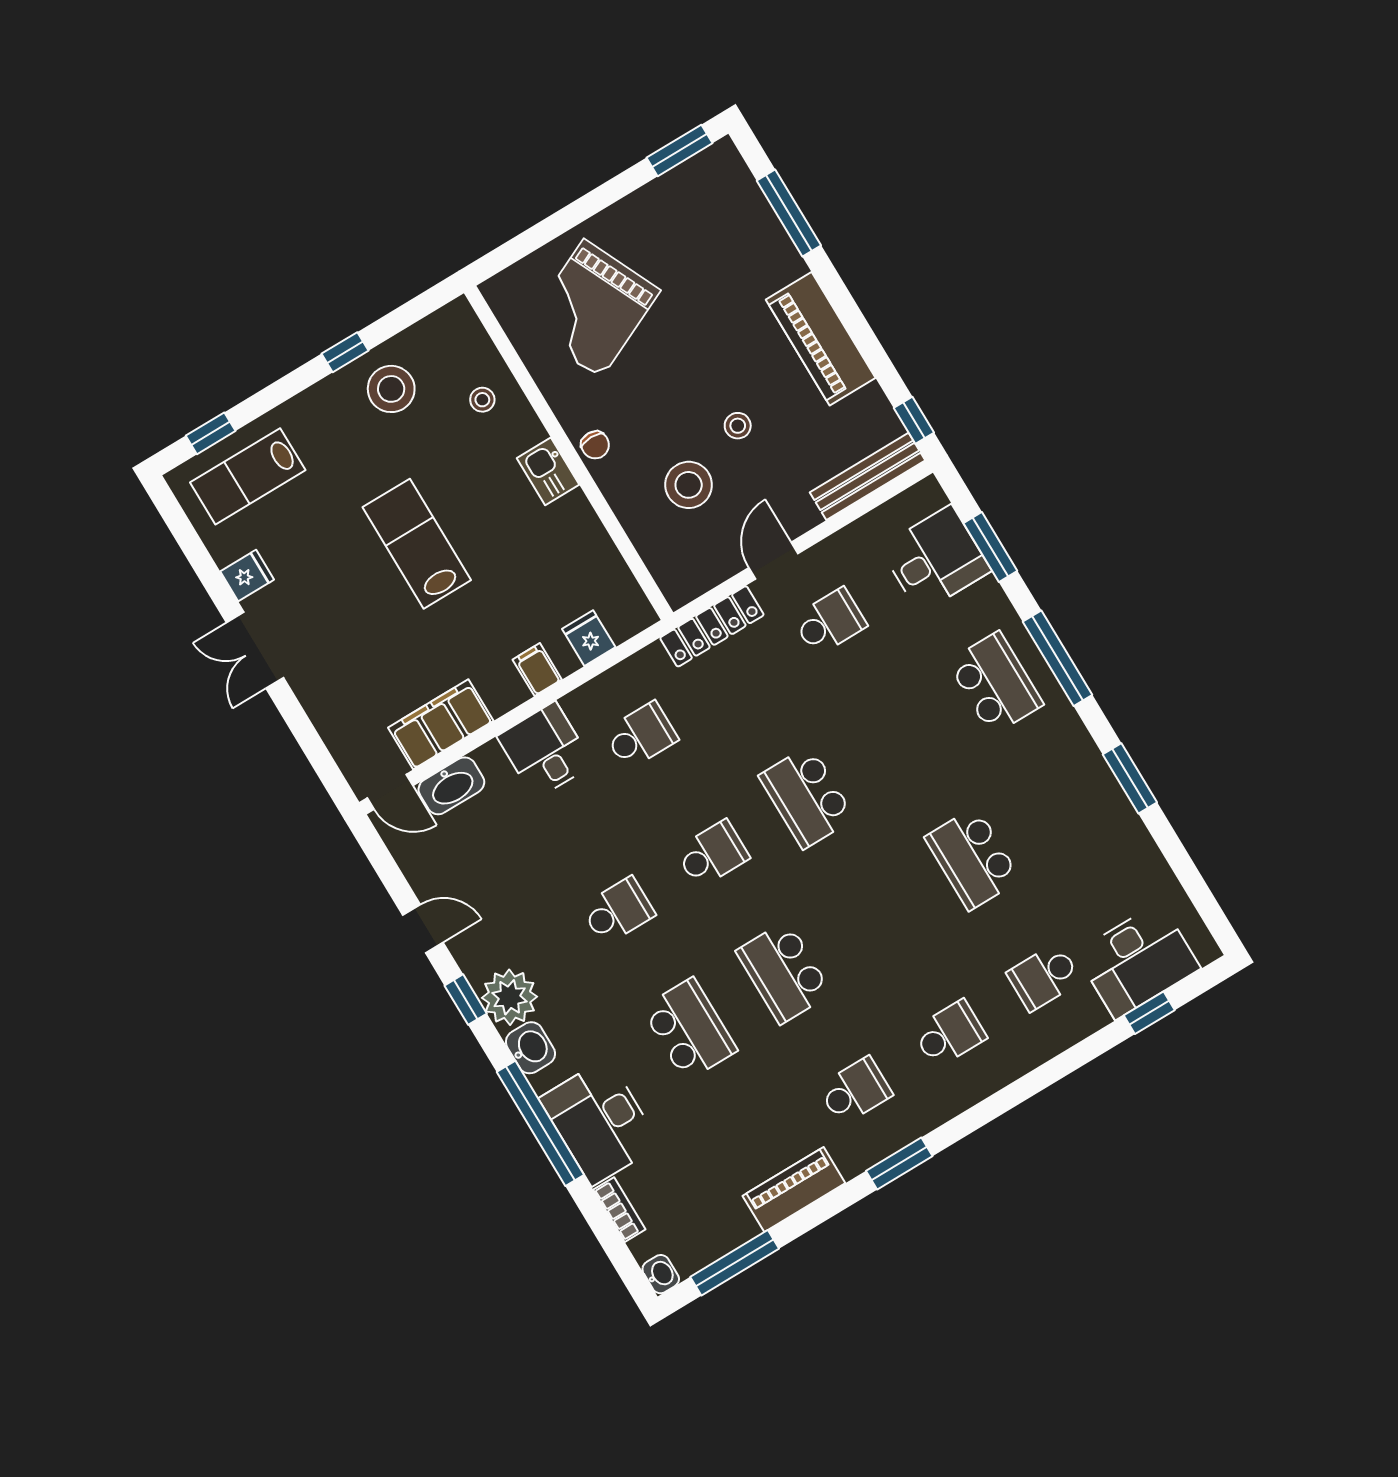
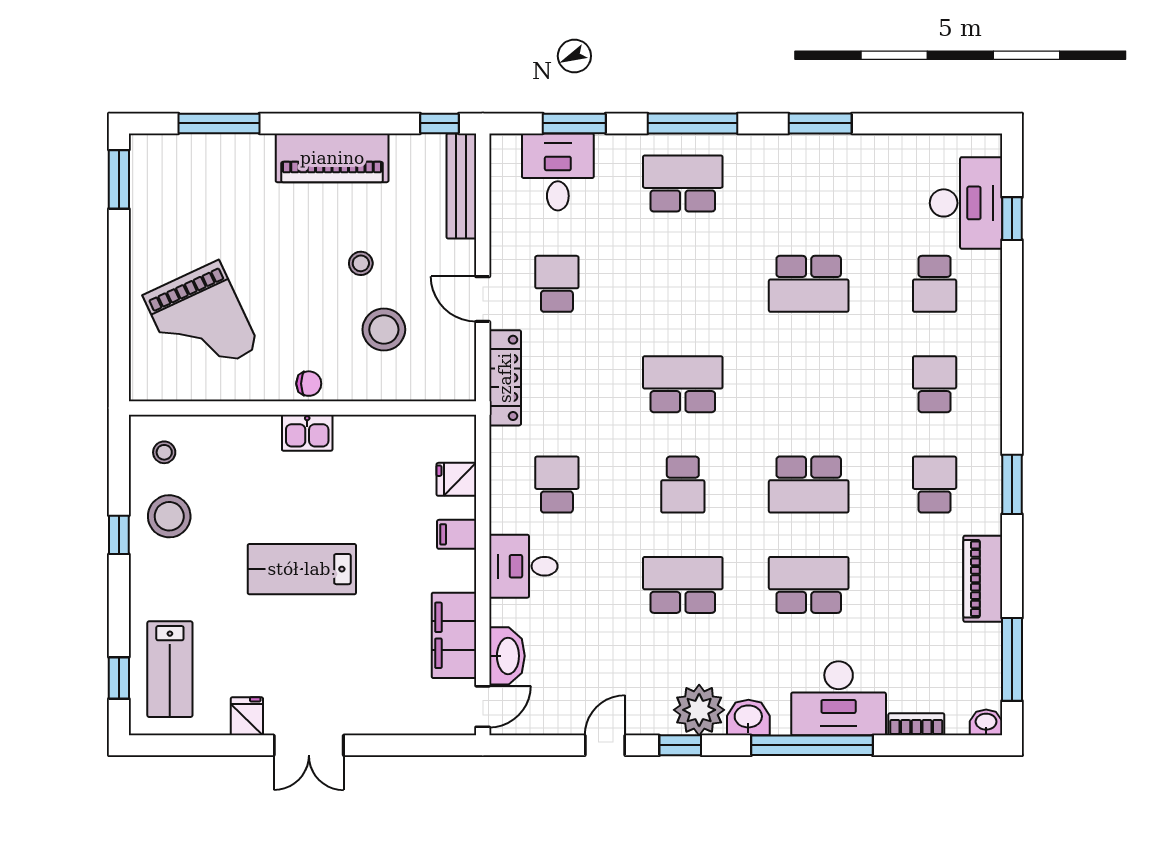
stool: (482, 400) -> (164, 452), moved
school desk: (807, 797) -> (683, 384), turned 180
school desk: (712, 854) -> (683, 485), turned 180
school desk: (618, 911) -> (683, 585), width x1.85

